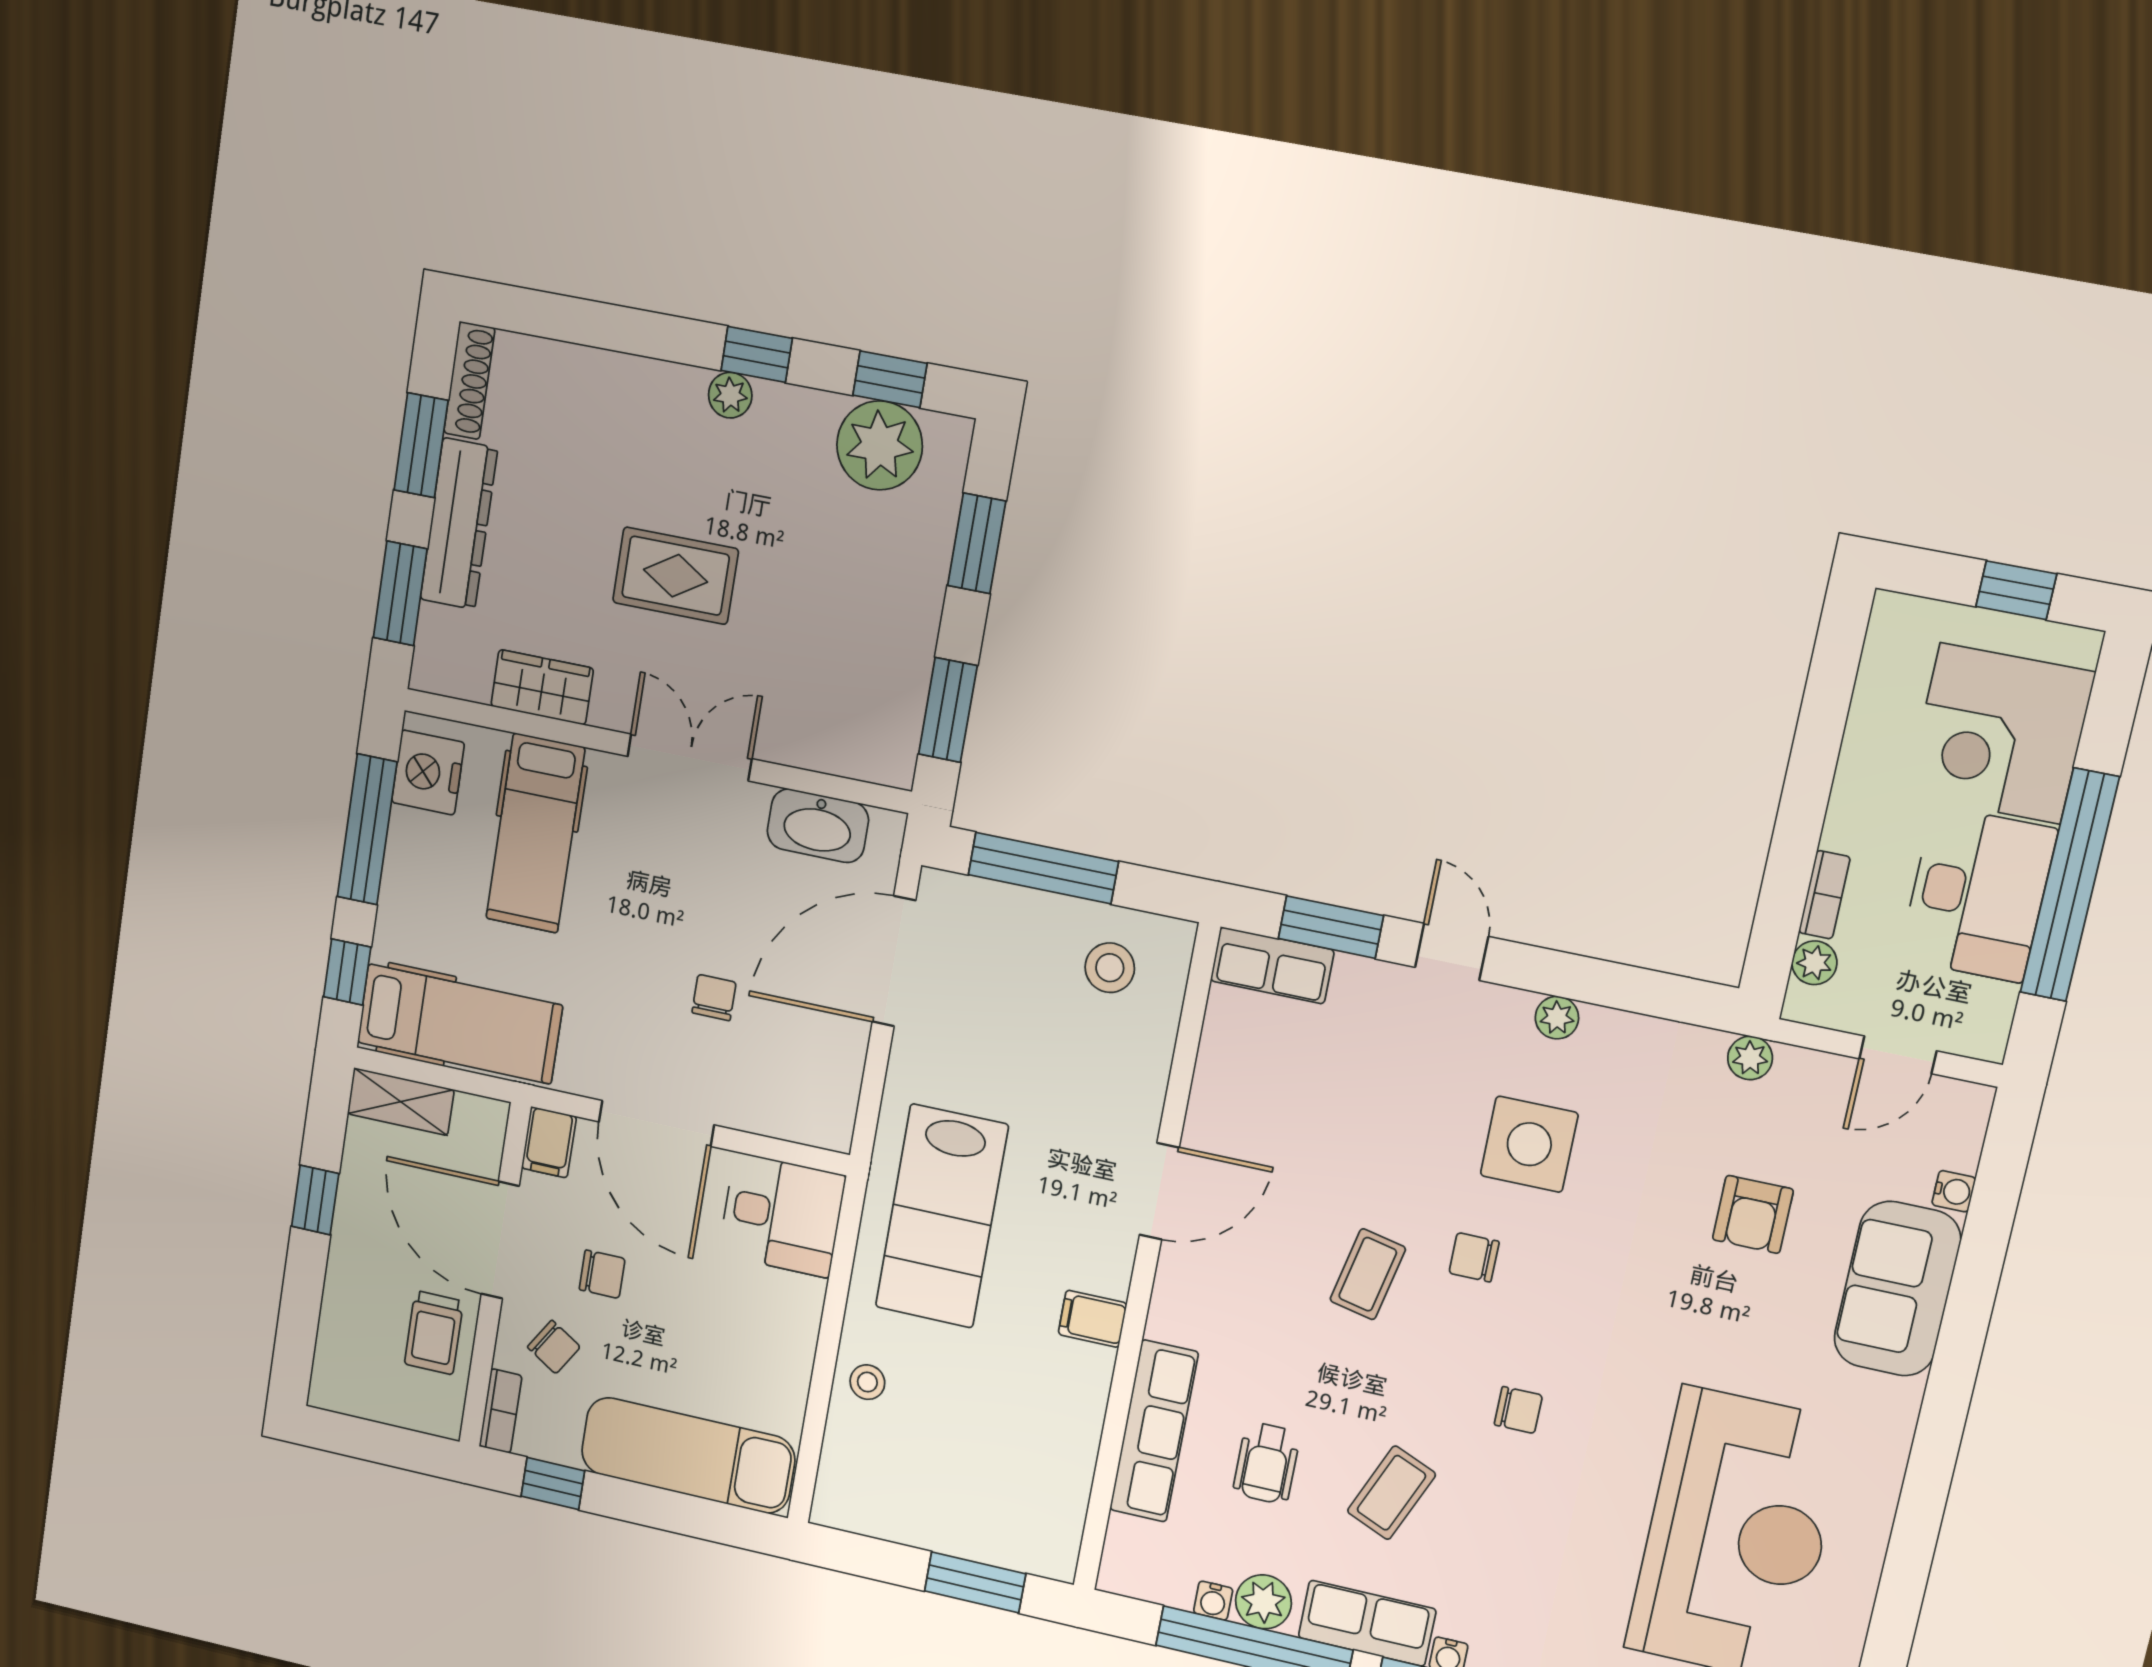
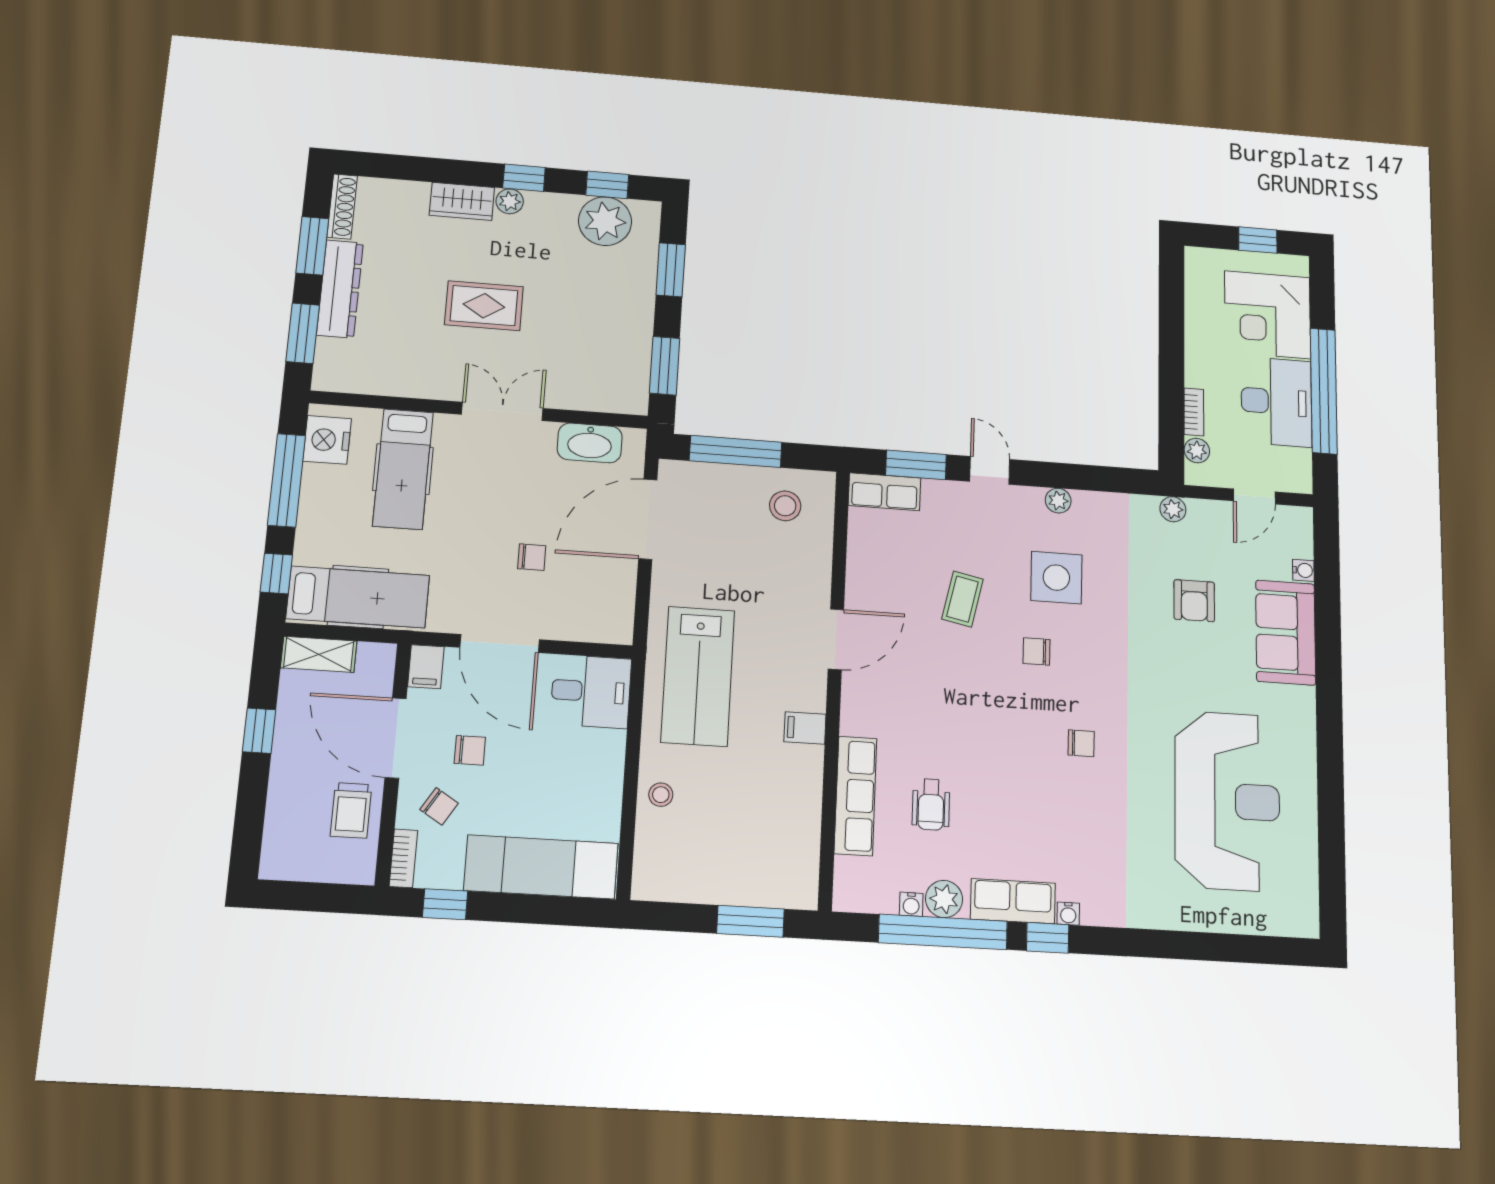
wardrobe: (542, 687) -> (462, 201), moved, turned 180
chair: (714, 998) -> (532, 557), turned 90
coffee table: (1368, 1274) -> (962, 599), moved
coffee table: (1391, 1493) -> (1013, 811), removed

